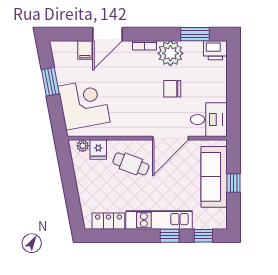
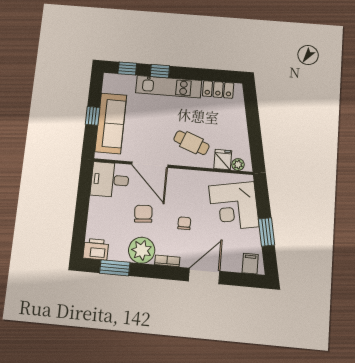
filing cabinet: (85, 50) -> (250, 264), moved
chair: (131, 83) -> (184, 223), added
chair: (172, 89) -> (143, 214), turned -94
door: (171, 138) -> (150, 165), swing flipped

